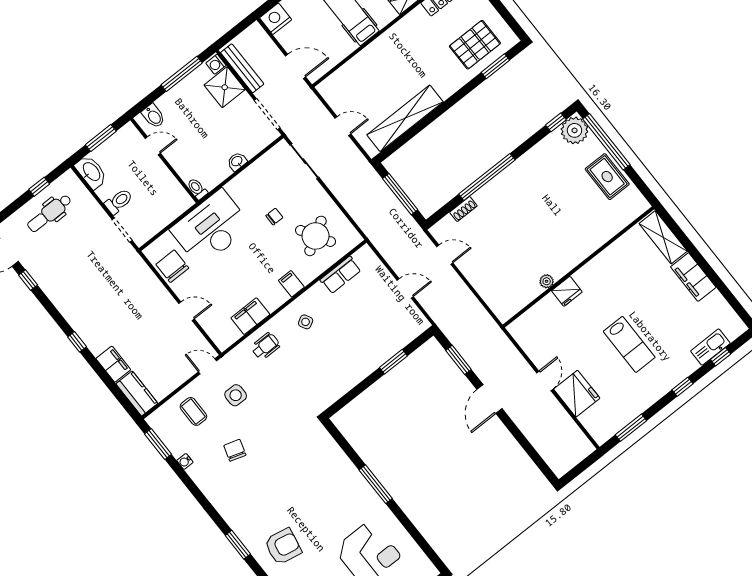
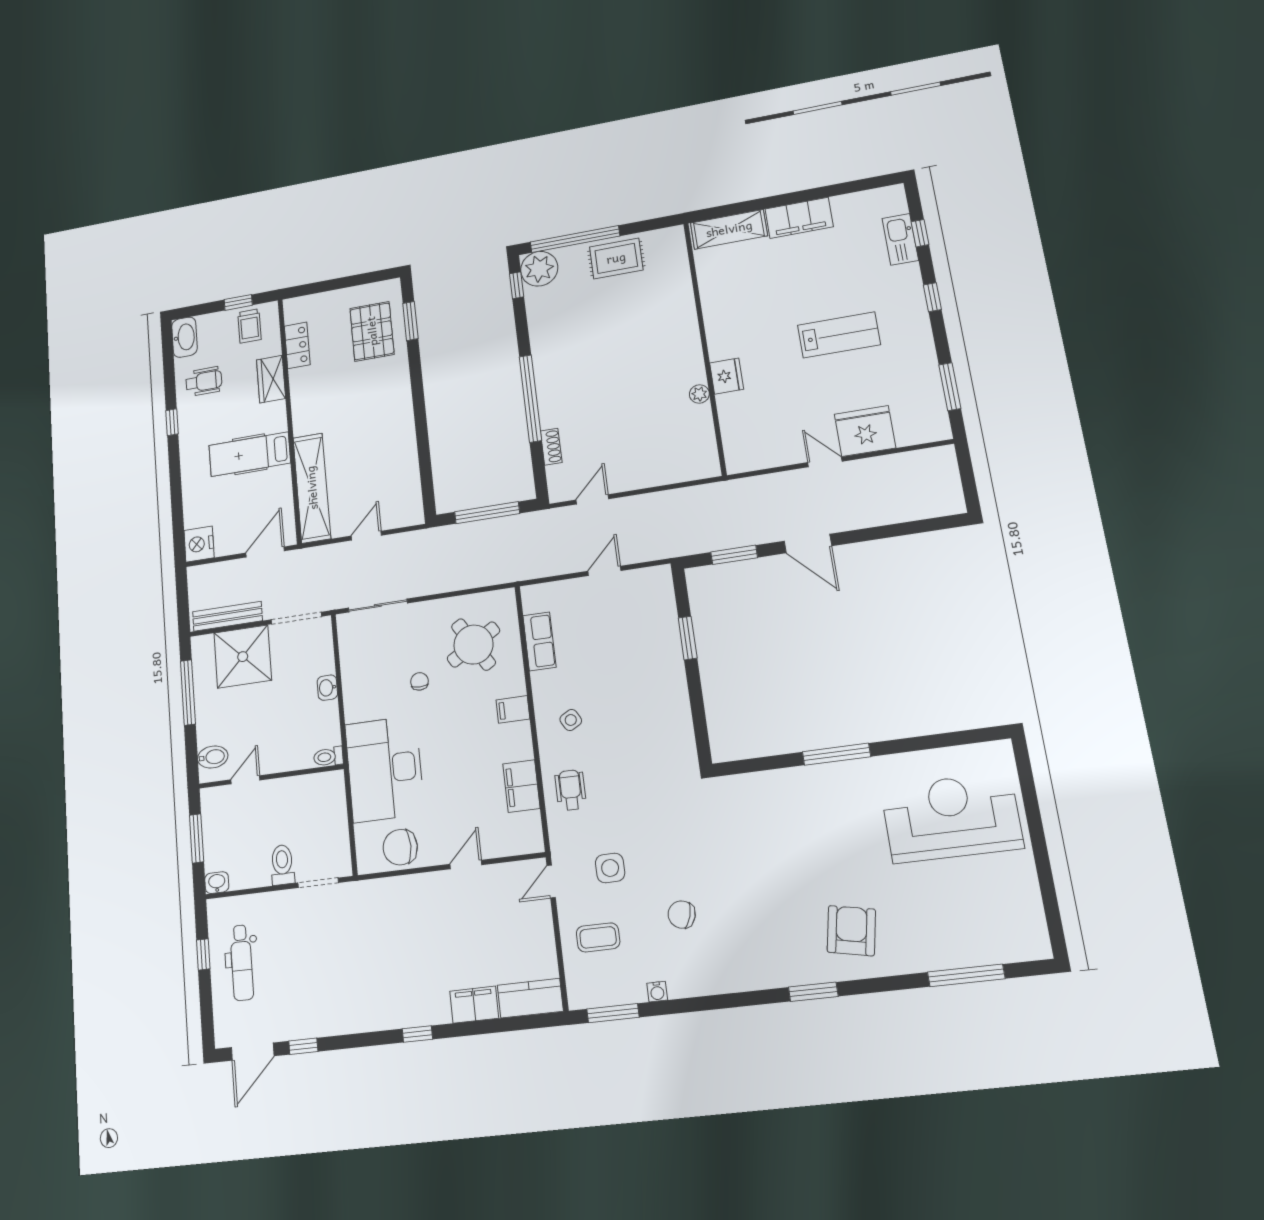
washing machine: (216, 64) -> (203, 645), removed
shower: (225, 87) -> (243, 657), width x1.37, depth x1.37
shelving: (405, 118) -> (312, 488), moved
washbasin: (91, 172) -> (217, 883), width x0.52, depth x0.69

